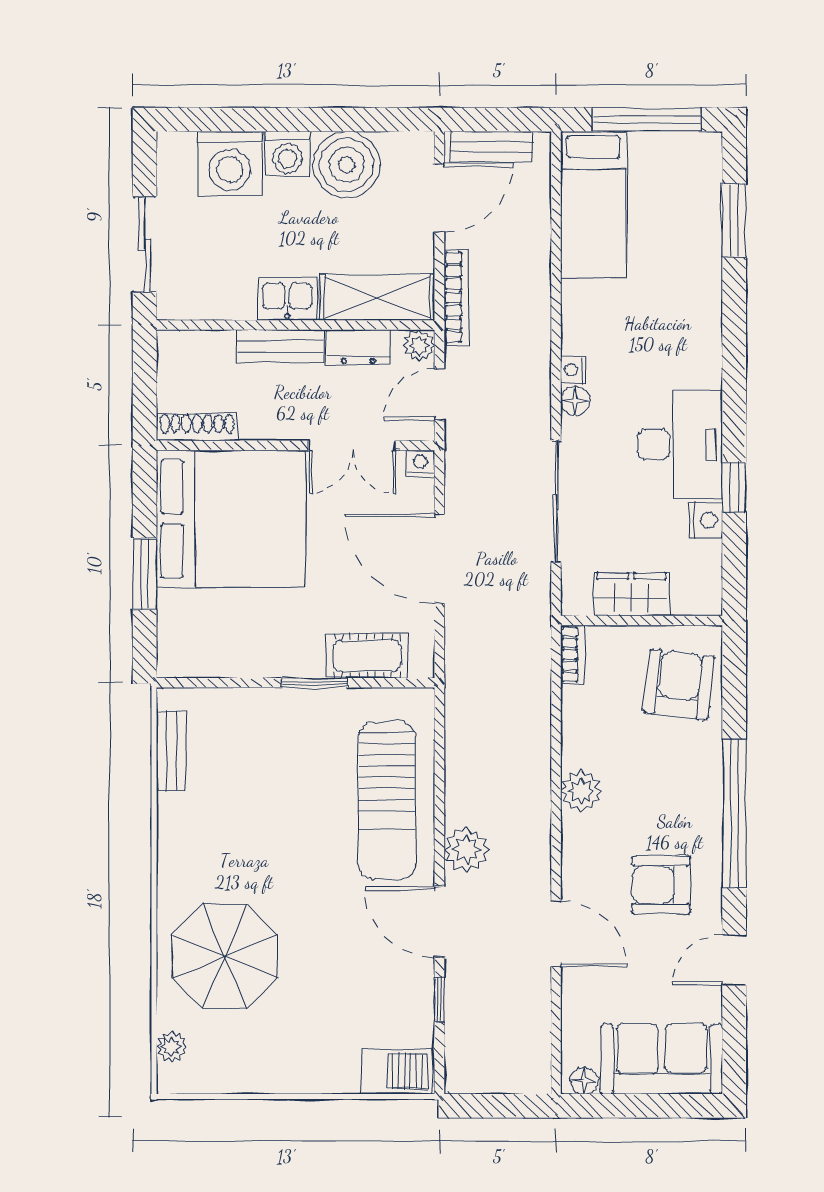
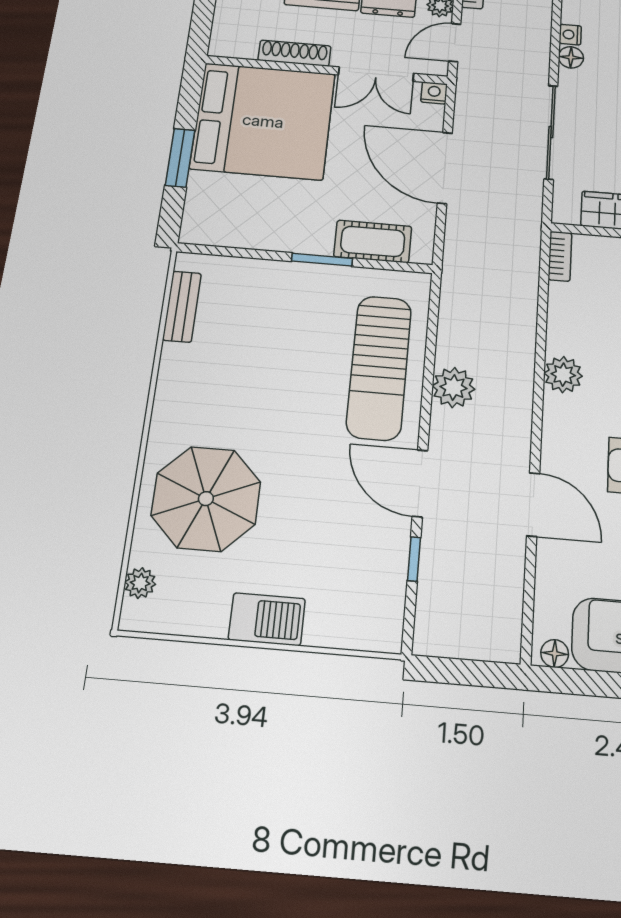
shoe rack: (197, 427) -> (295, 53), moved
plant: (467, 850) -> (453, 387), moved
barbecue: (397, 1071) -> (267, 619), moved

